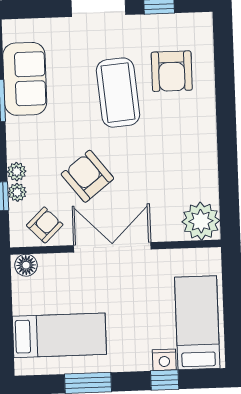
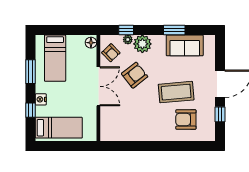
plant: (17, 172) -> (142, 44), width x1.87, depth x1.87
plant: (201, 221) -> (110, 131), removed
nightstand: (164, 360) -> (41, 99), moved

